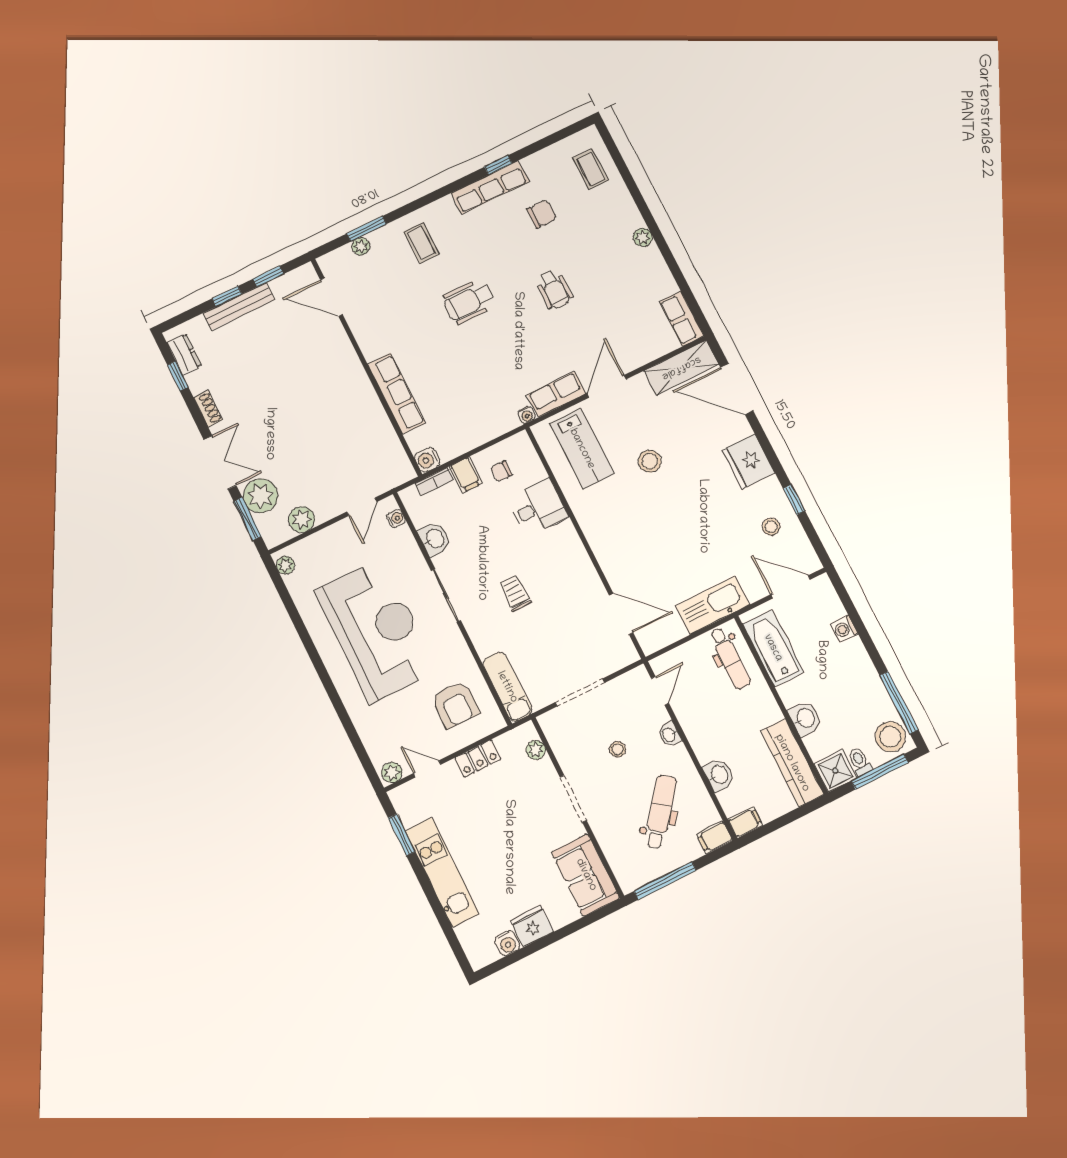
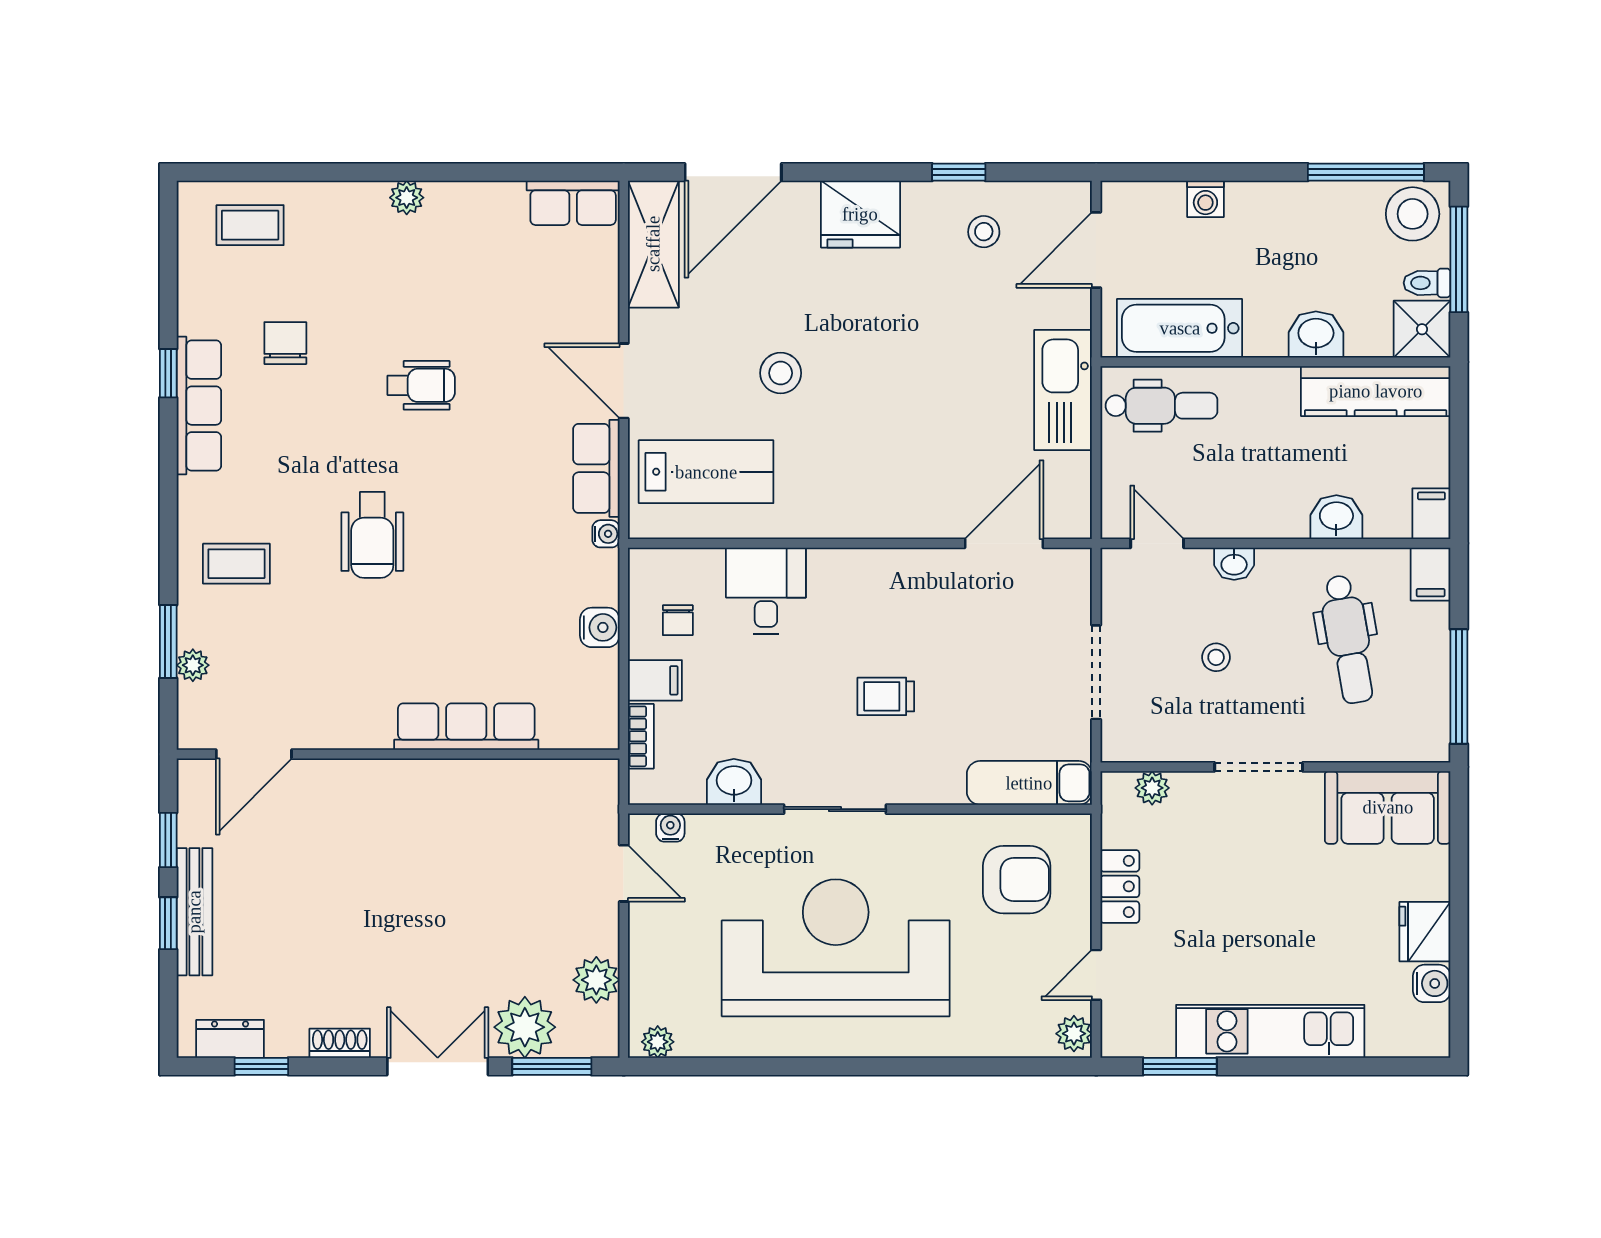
water cooler: (427, 460) -> (600, 627), moved, turned -90
dental chair: (660, 812) -> (1348, 639), turned -138

